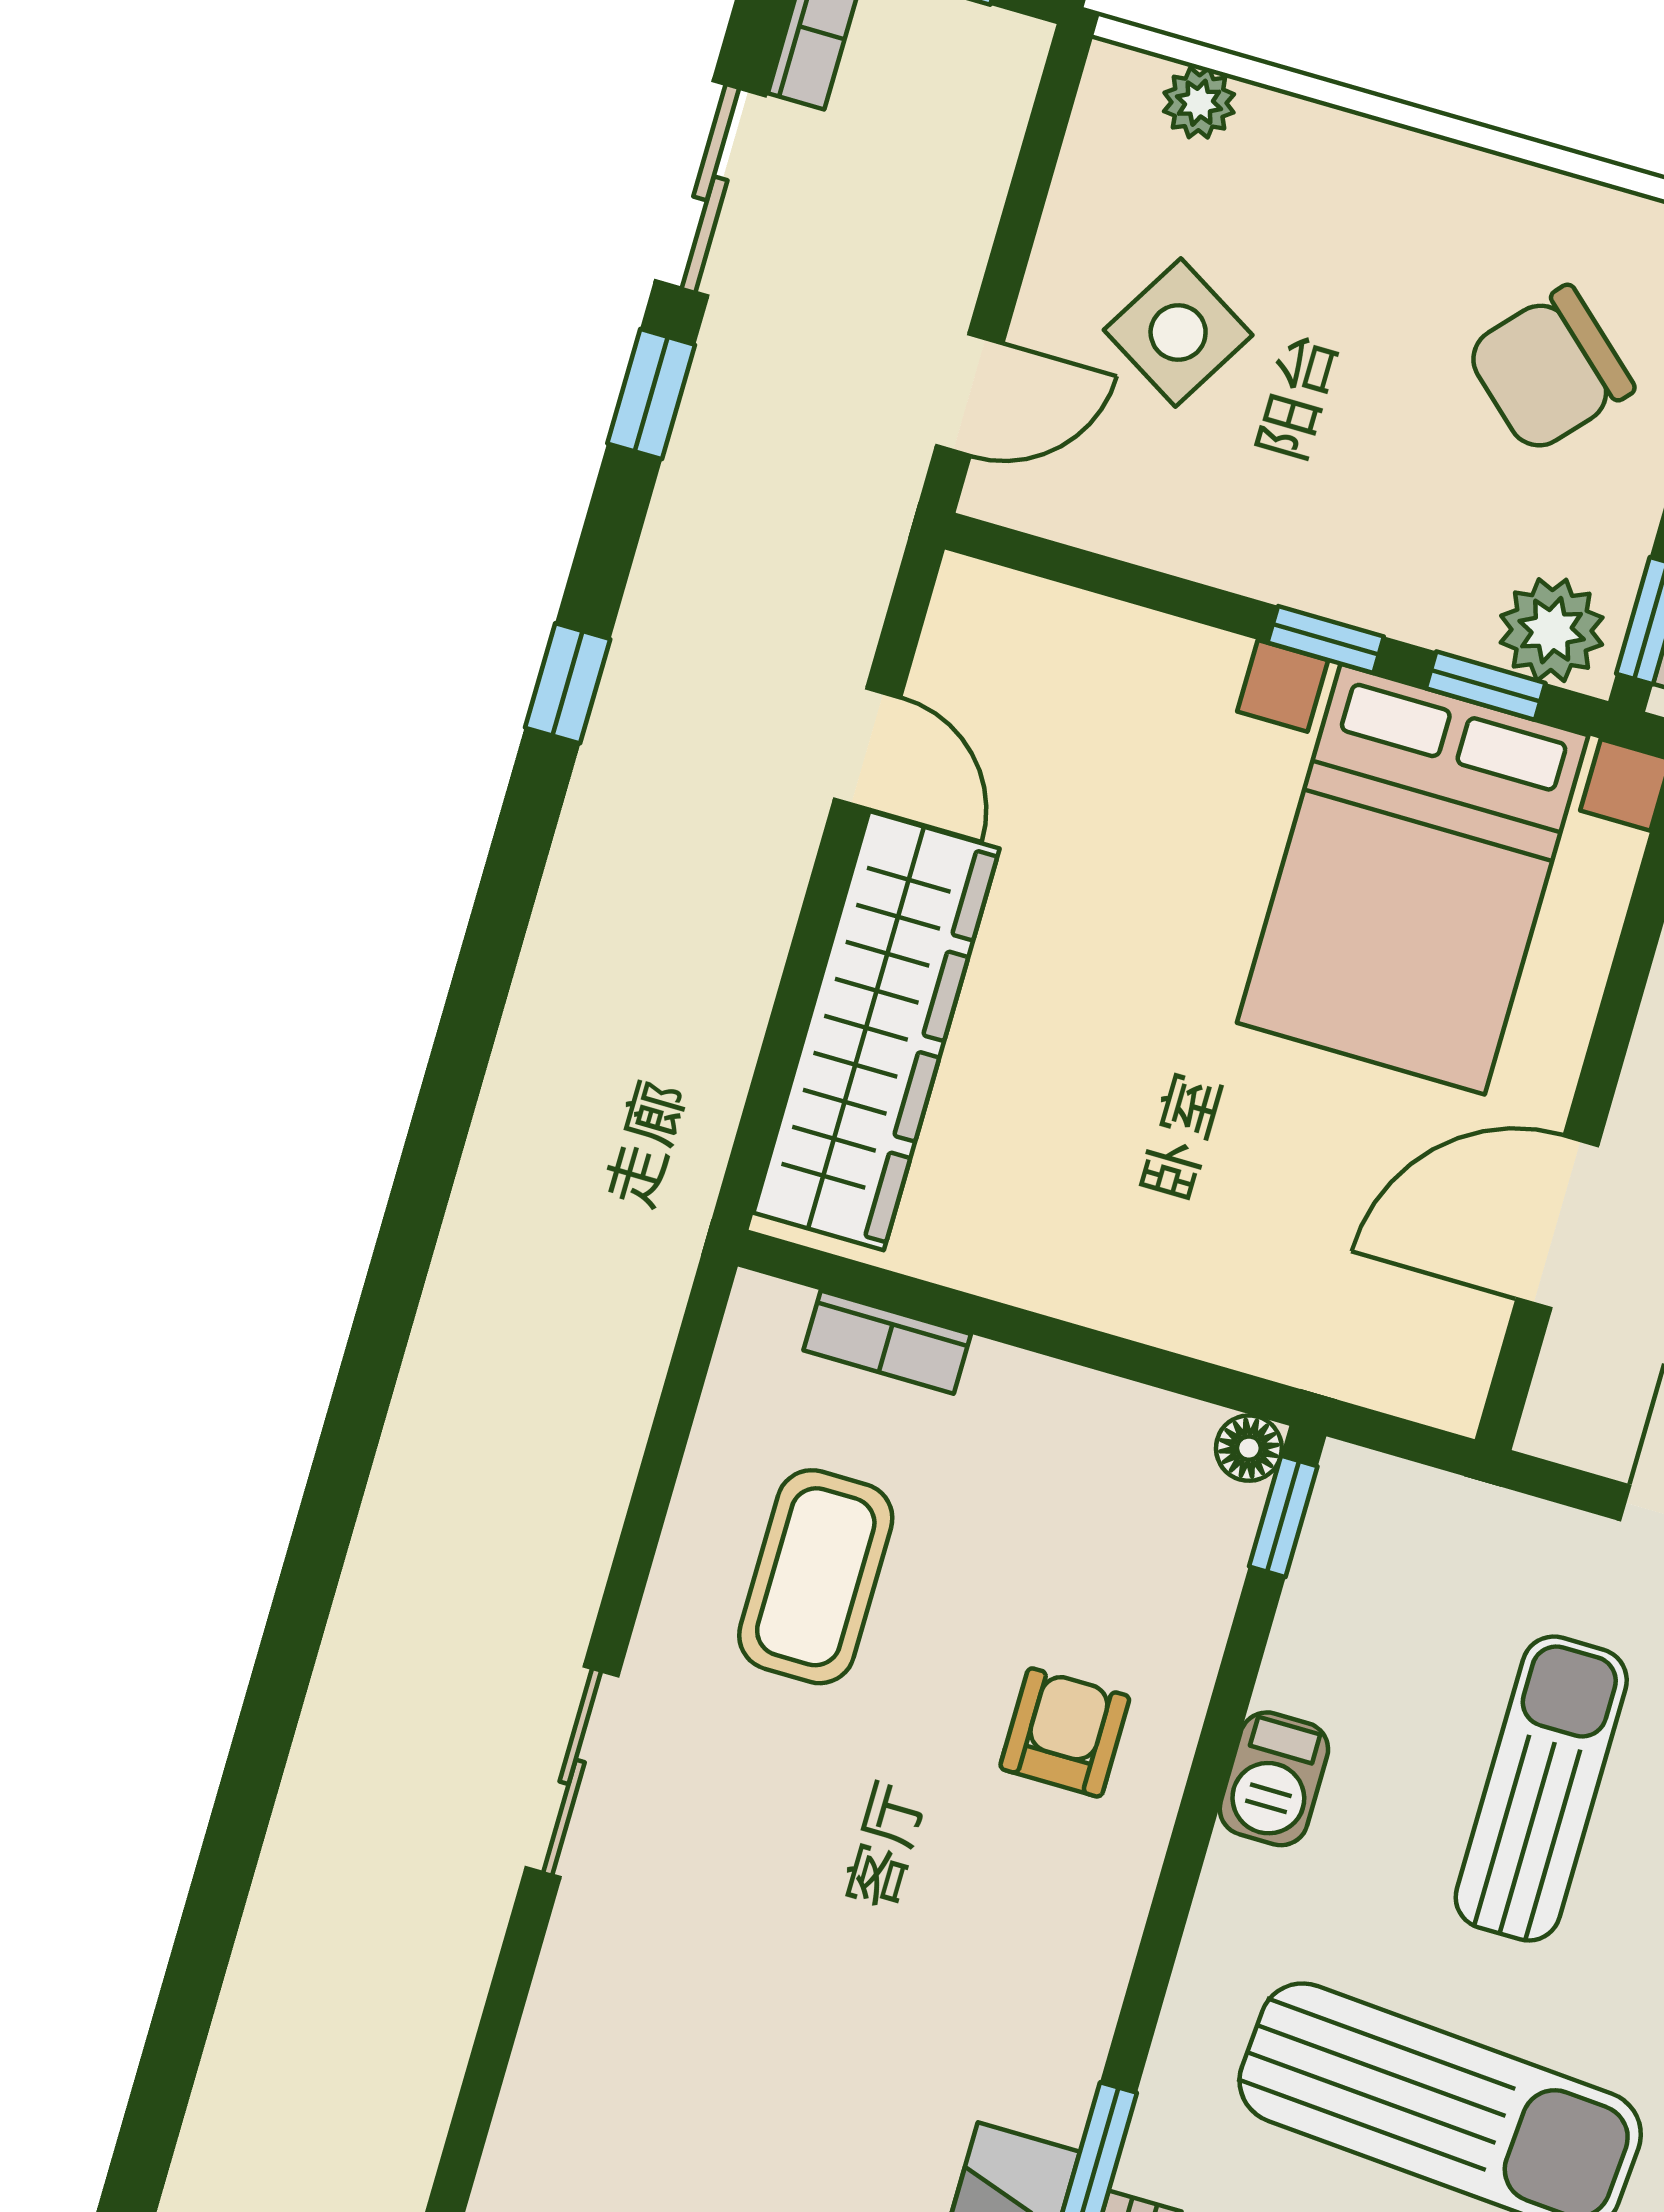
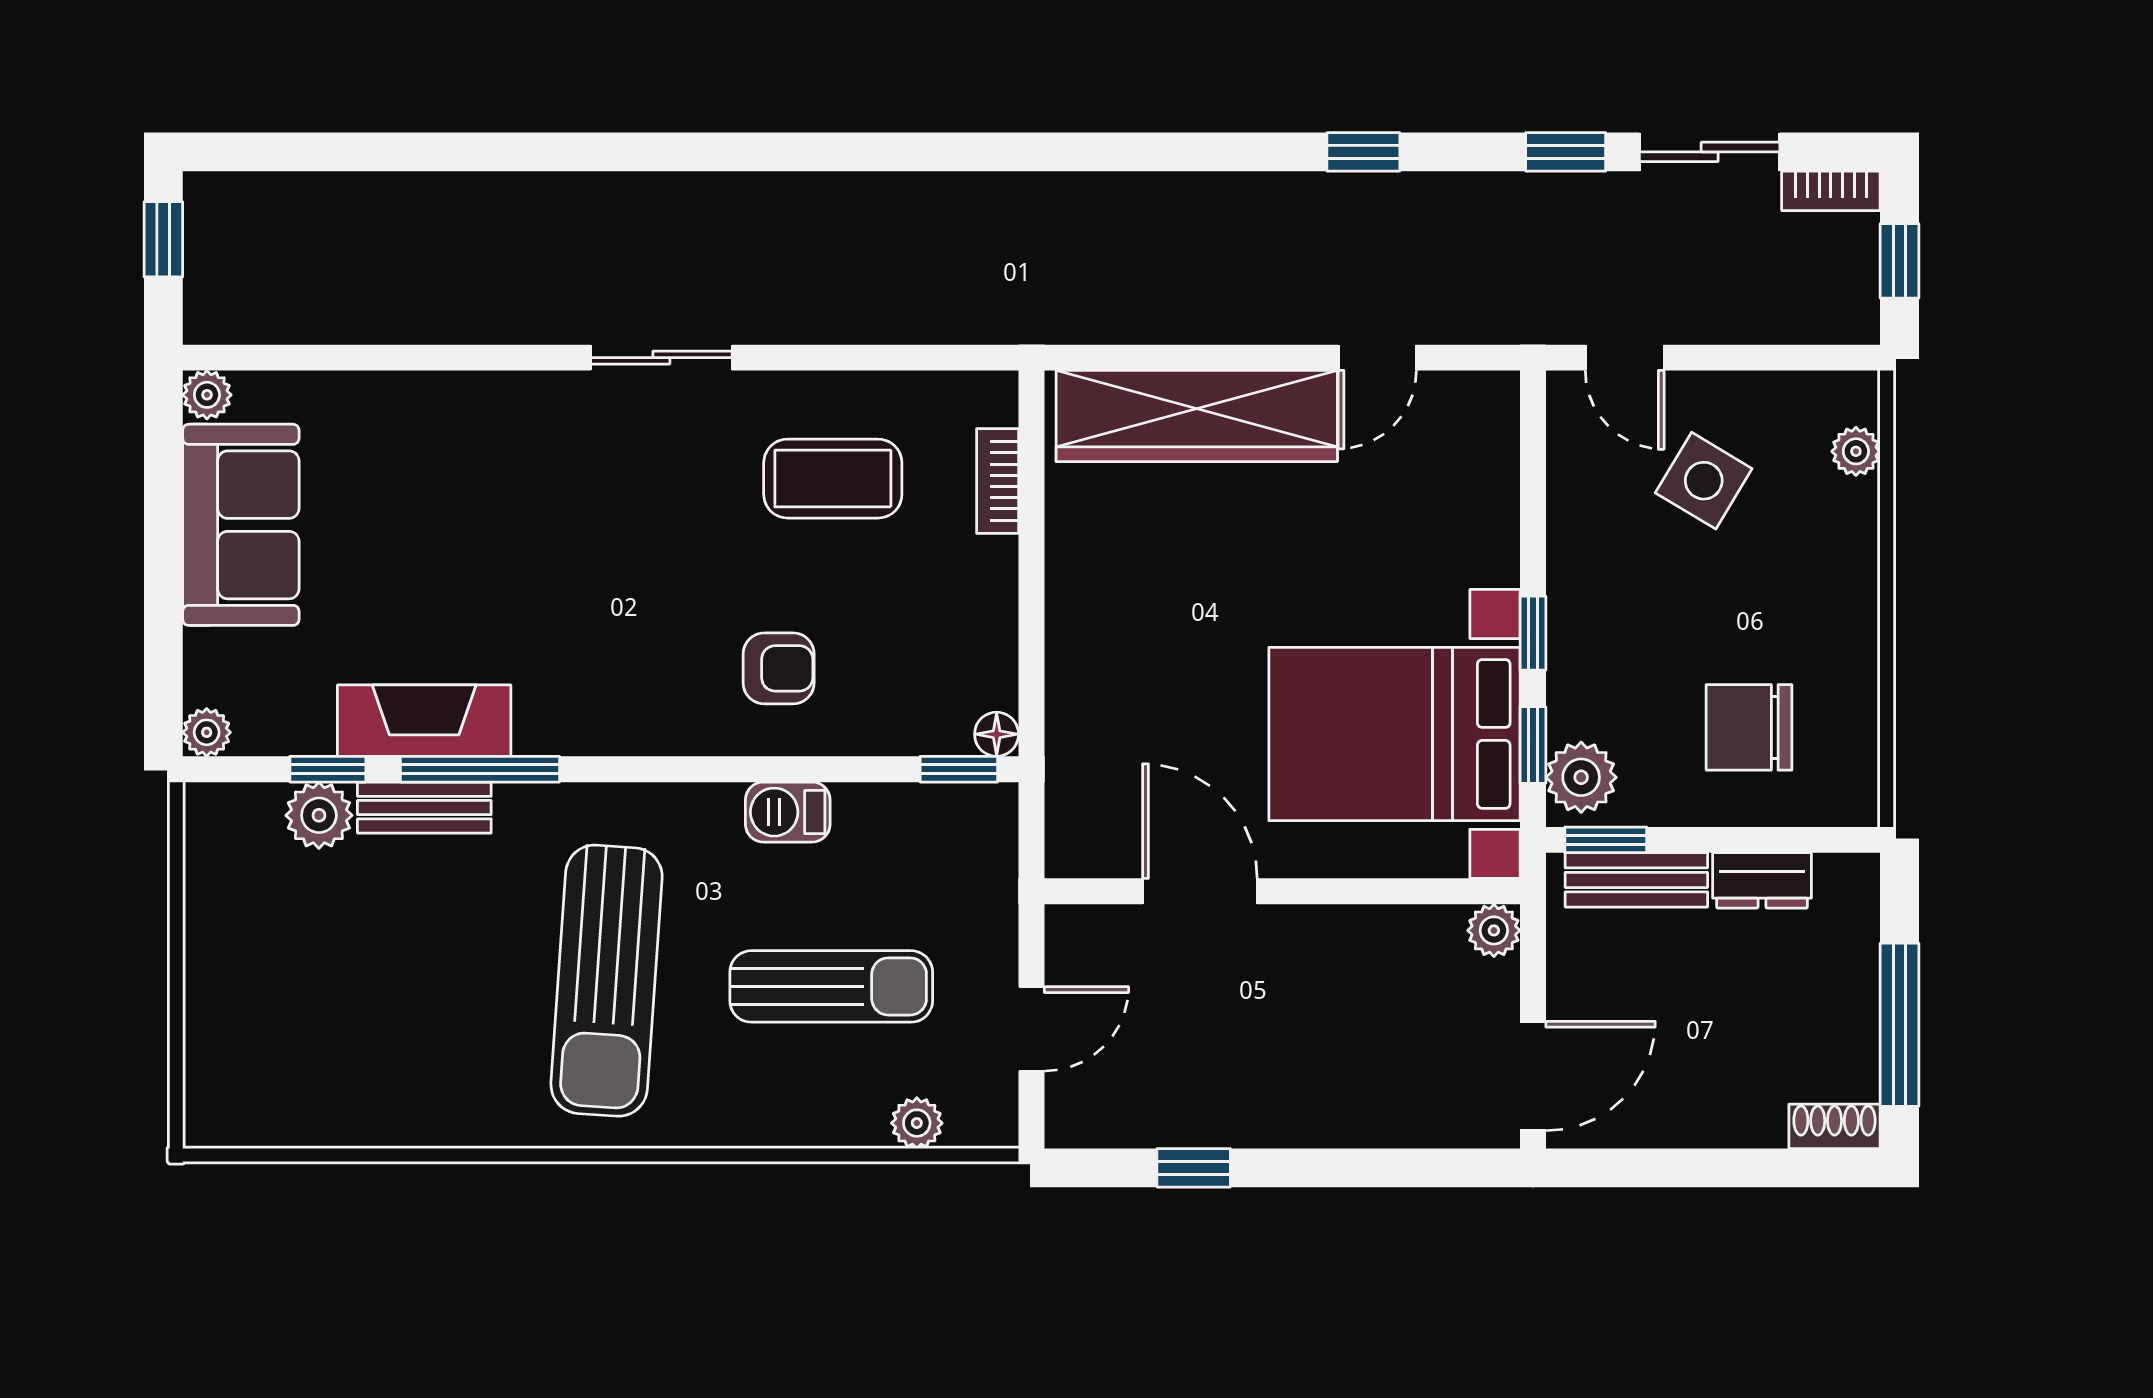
chair: (1550, 369) -> (1749, 727), turned -42

